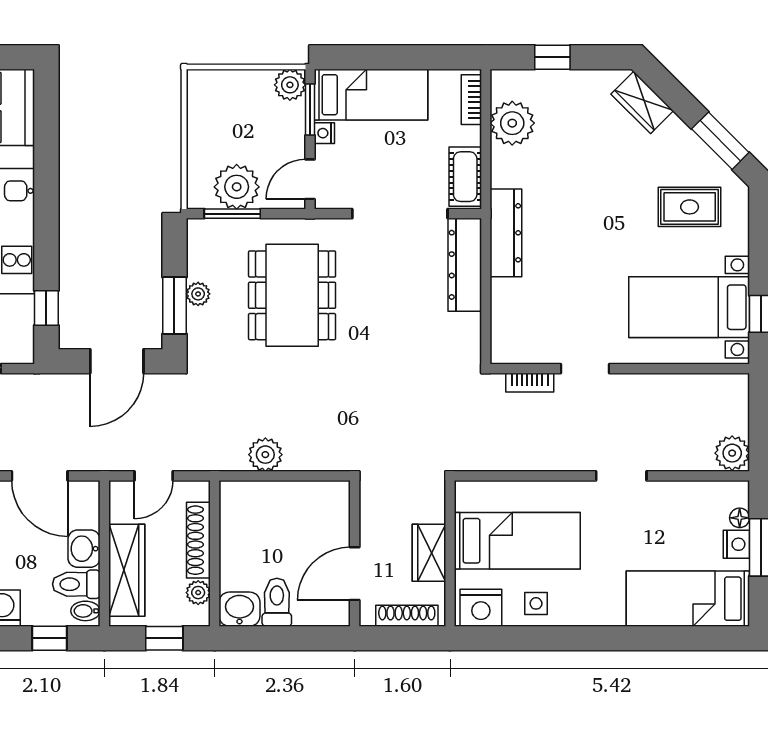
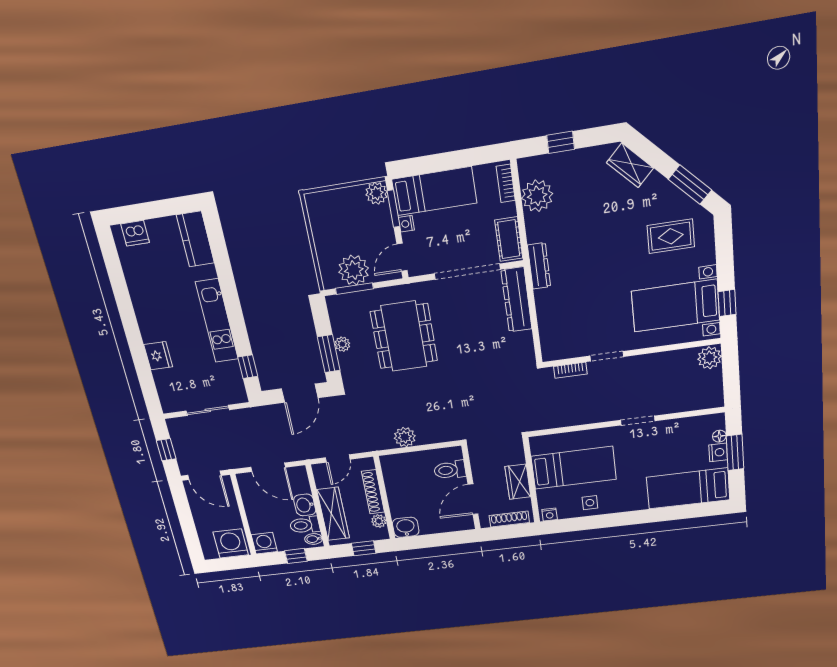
dresser: (506, 233) -> (539, 266), width x0.73, depth x0.80
plant: (732, 453) -> (709, 358), moved
toilet: (277, 602) -> (450, 470), moved, turned -90
nightstand: (481, 608) -> (550, 514), width x0.53, depth x0.56

